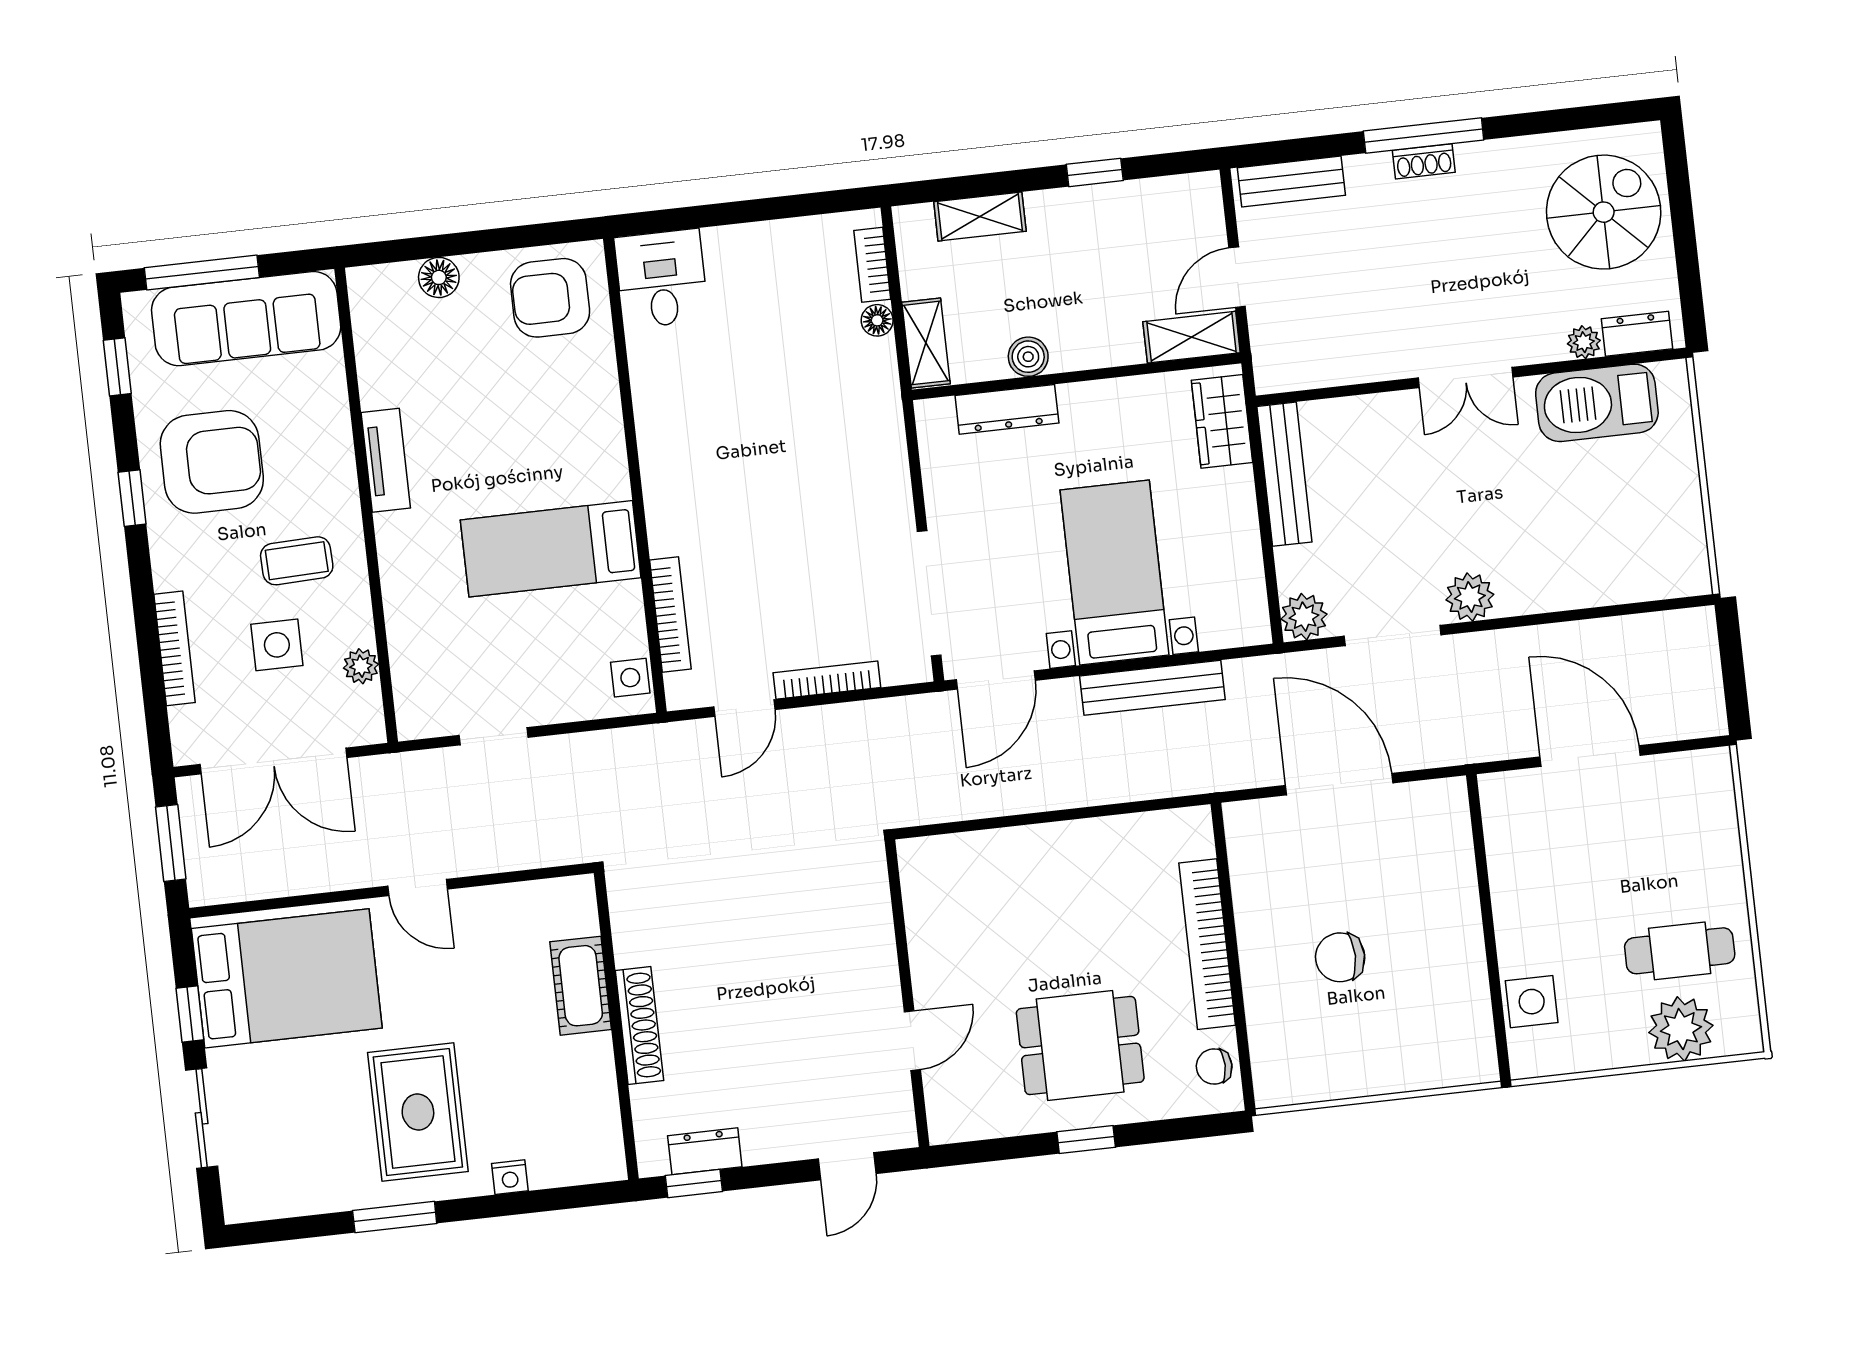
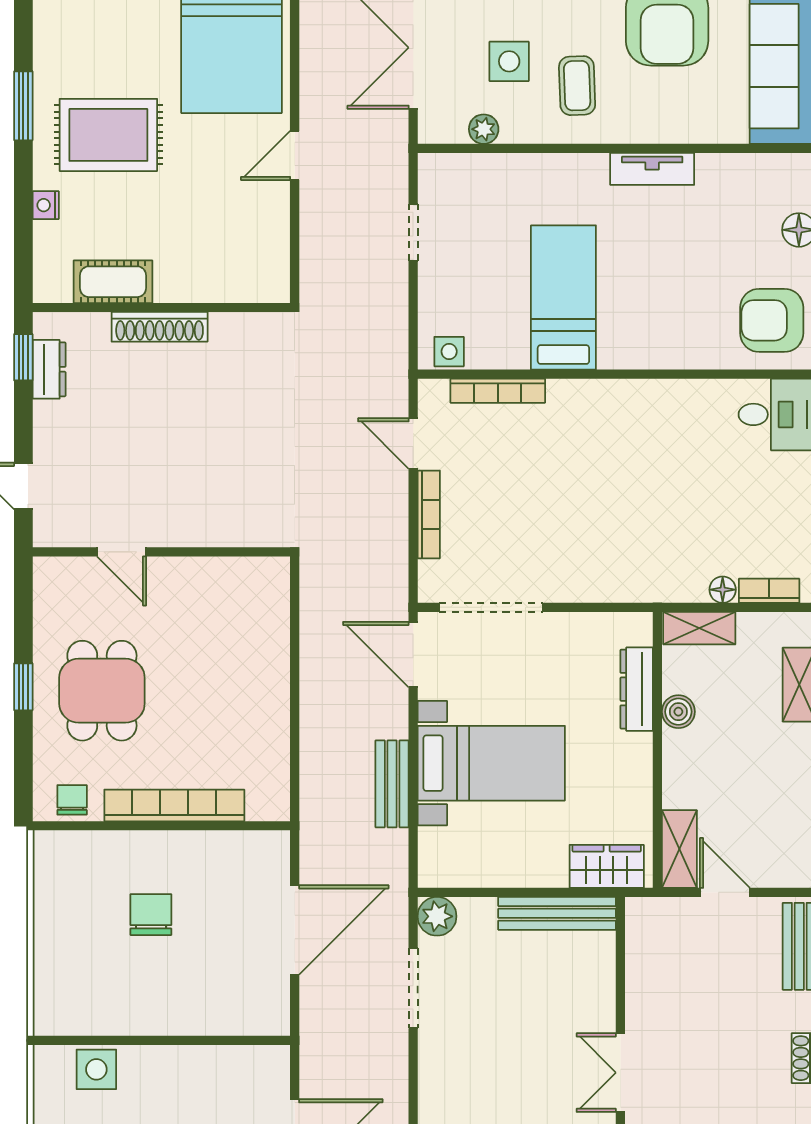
armchair: (550, 298) -> (772, 320), turned -90
plant: (1470, 597) -> (438, 1056), removed
bench: (1152, 688) -> (392, 784), width x0.73
cot: (581, 986) -> (113, 282), moved

